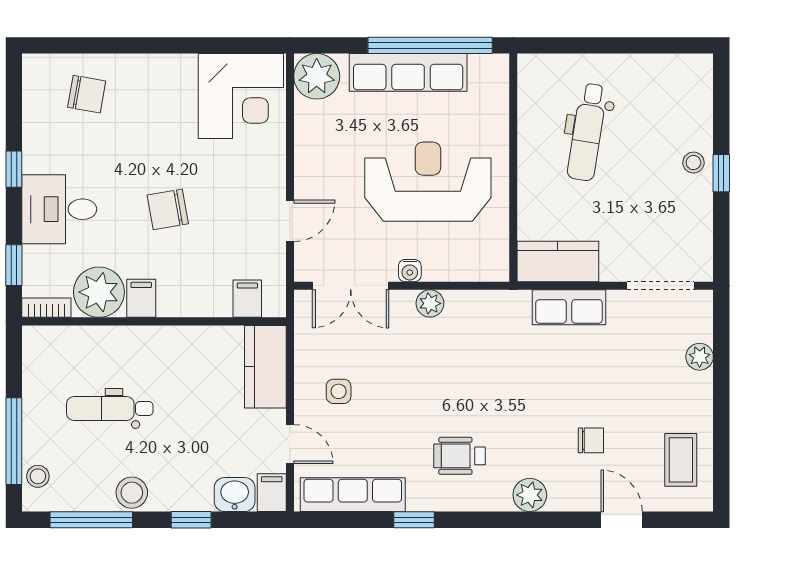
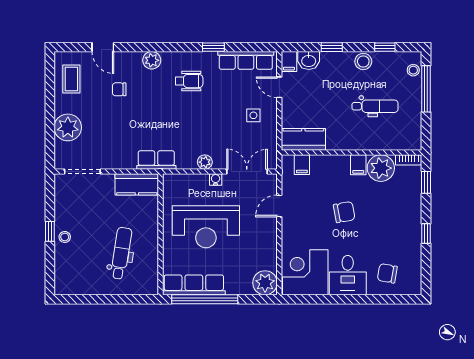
row of seats: (408, 72) -> (194, 285), moved
desk: (59, 209) -> (348, 275), moved, turned 90
row of seats: (569, 307) -> (156, 160), moved
plant: (700, 357) -> (68, 127), width x1.88, depth x1.88
kitchen counter: (265, 367) -> (303, 139), moved, turned -90
window: (91, 520) -> (385, 47), width x0.46

